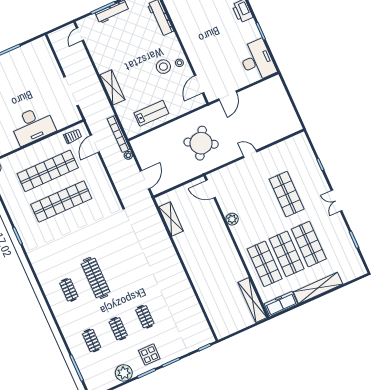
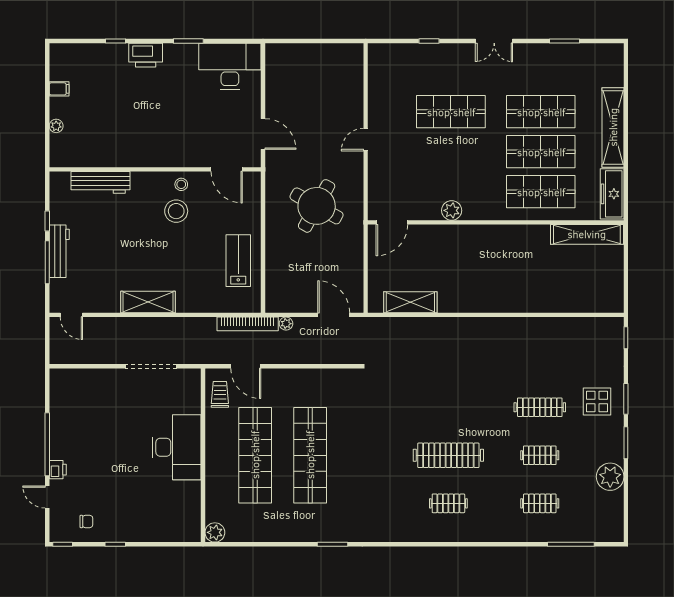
shelving: (112, 87) -> (148, 302), moved
clothes rail: (145, 317) -> (540, 407), width x1.36
display table: (149, 355) -> (597, 402), moved

